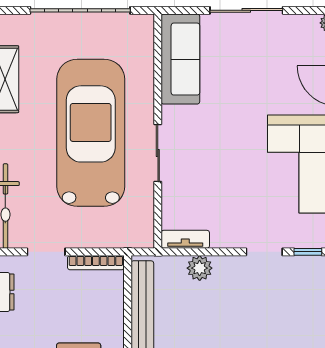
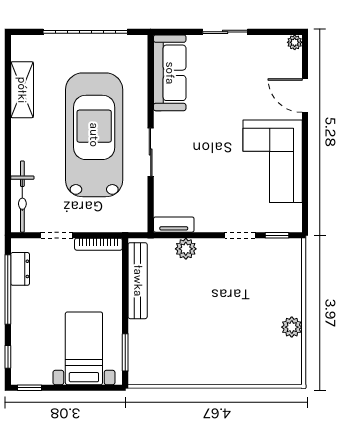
sliding door: (246, 10) -> (225, 32), width x0.73

